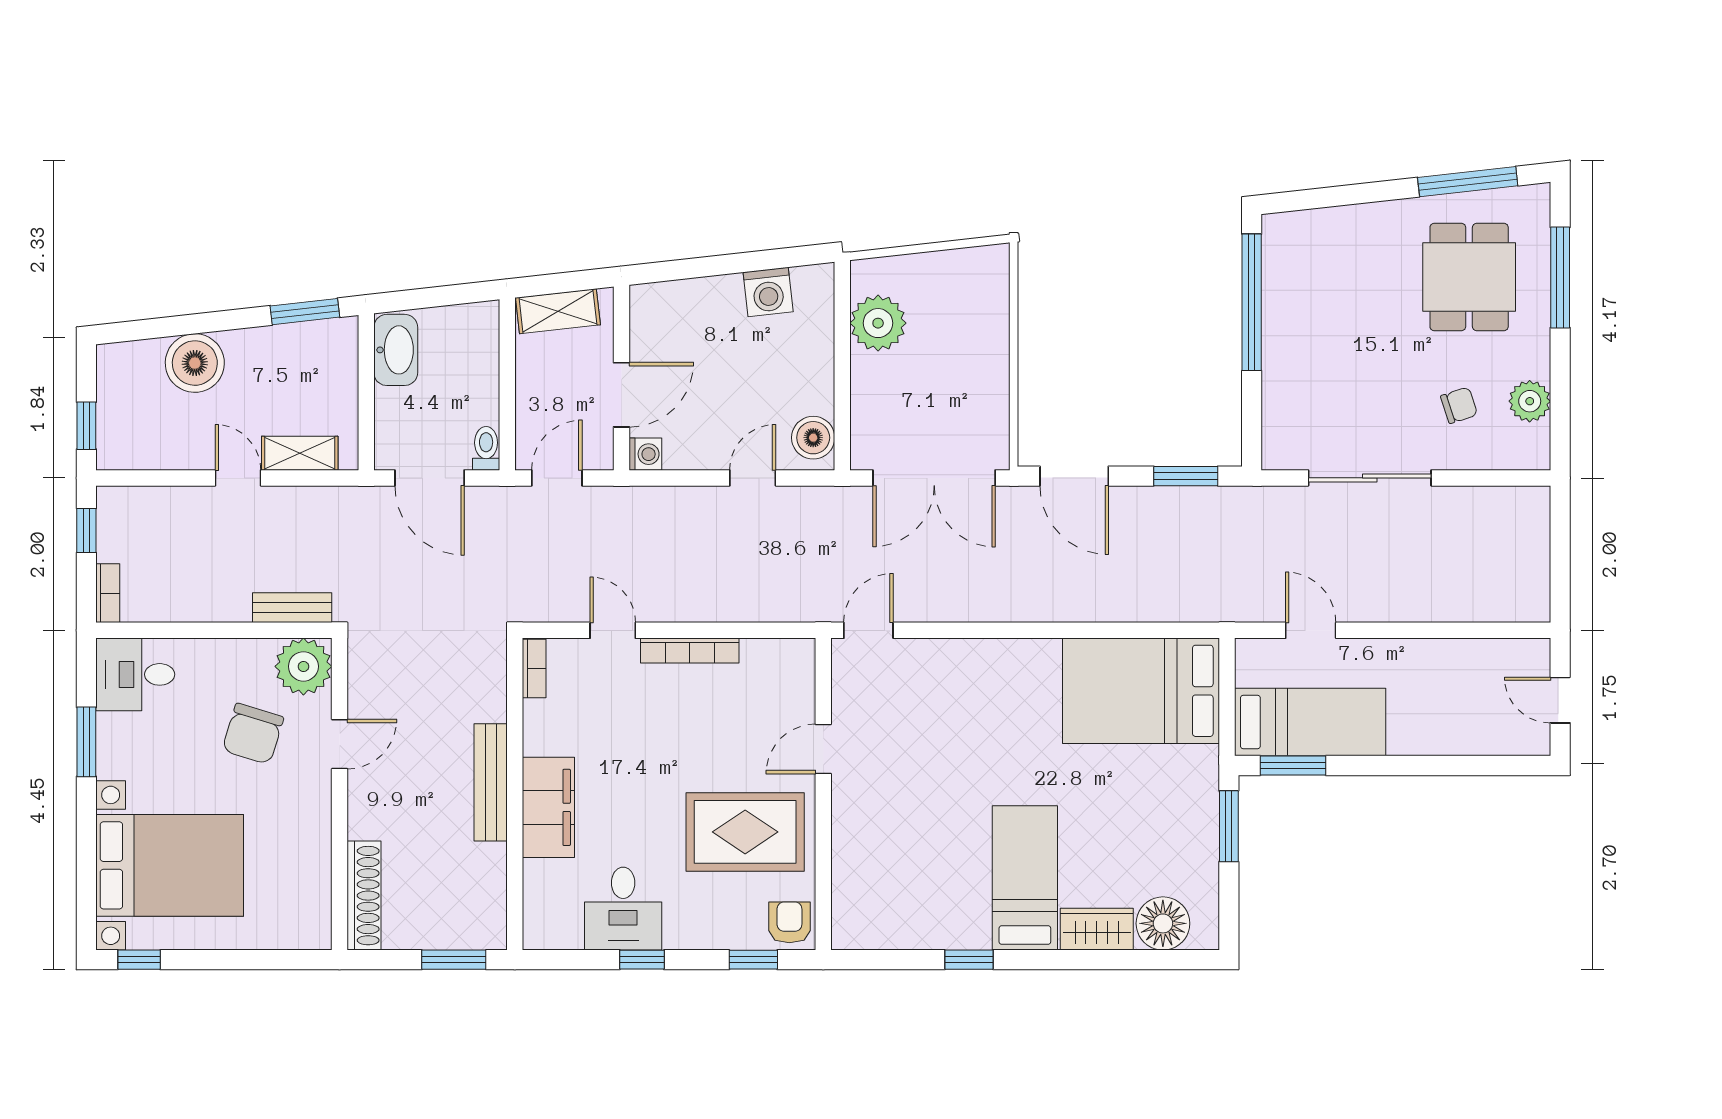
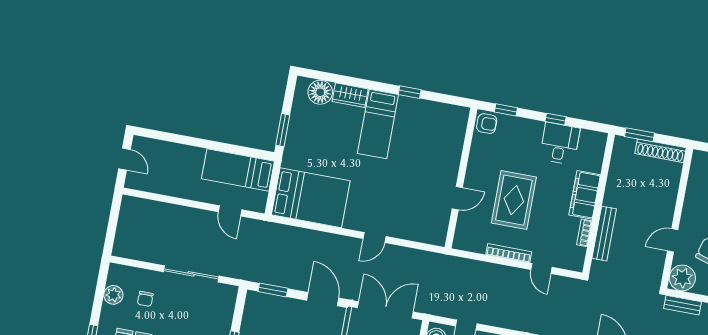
chair: (1459, 405) -> (145, 299), turned -72
door: (868, 630) -> (374, 238), moved
bookcase: (534, 668) -> (584, 233), moved
window: (1293, 766) -> (249, 152), removed
bench: (491, 782) -> (604, 234), moved
rug: (745, 832) -> (514, 200), moved, turned 90
shoe rack: (364, 896) -> (661, 151), moved, turned -90
armchair: (789, 922) -> (487, 124), turned -90

